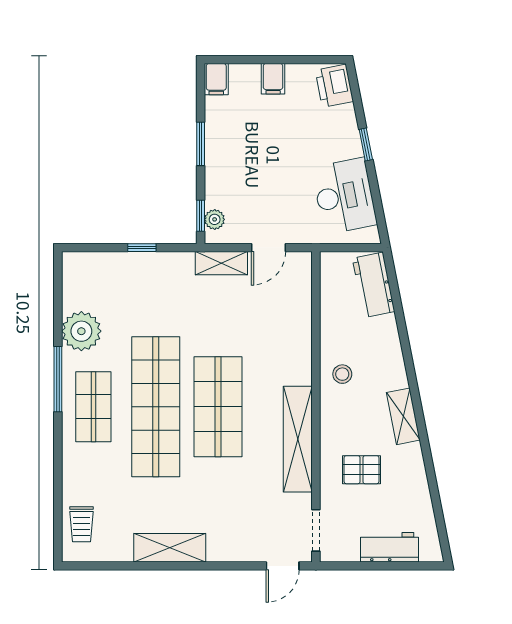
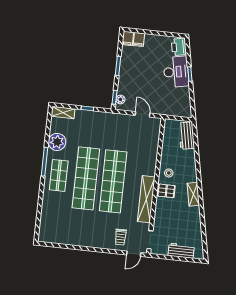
filing cabinet: (273, 79) -> (139, 39), moved
desk: (344, 196) -> (176, 72), moved
door: (268, 248) -> (143, 114), swing flipped
shelving: (221, 263) -> (63, 113), moved
shop shelf: (218, 407) -> (113, 181), width x1.40
pallet: (361, 470) -> (166, 191), moved
trolley: (82, 524) -> (121, 237), moved
shelving: (170, 548) -> (85, 241), removed

